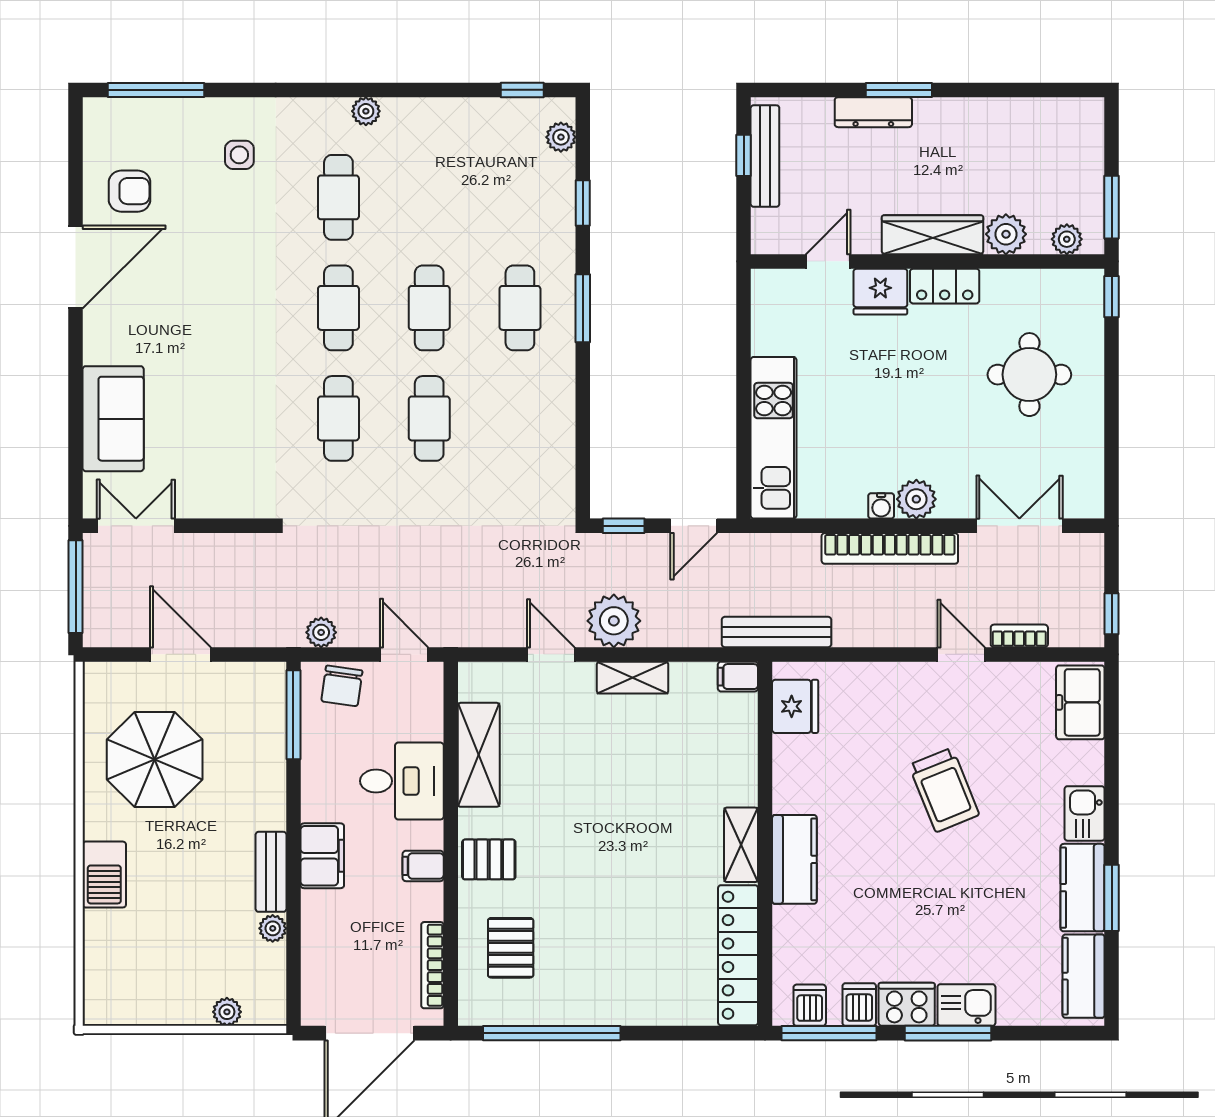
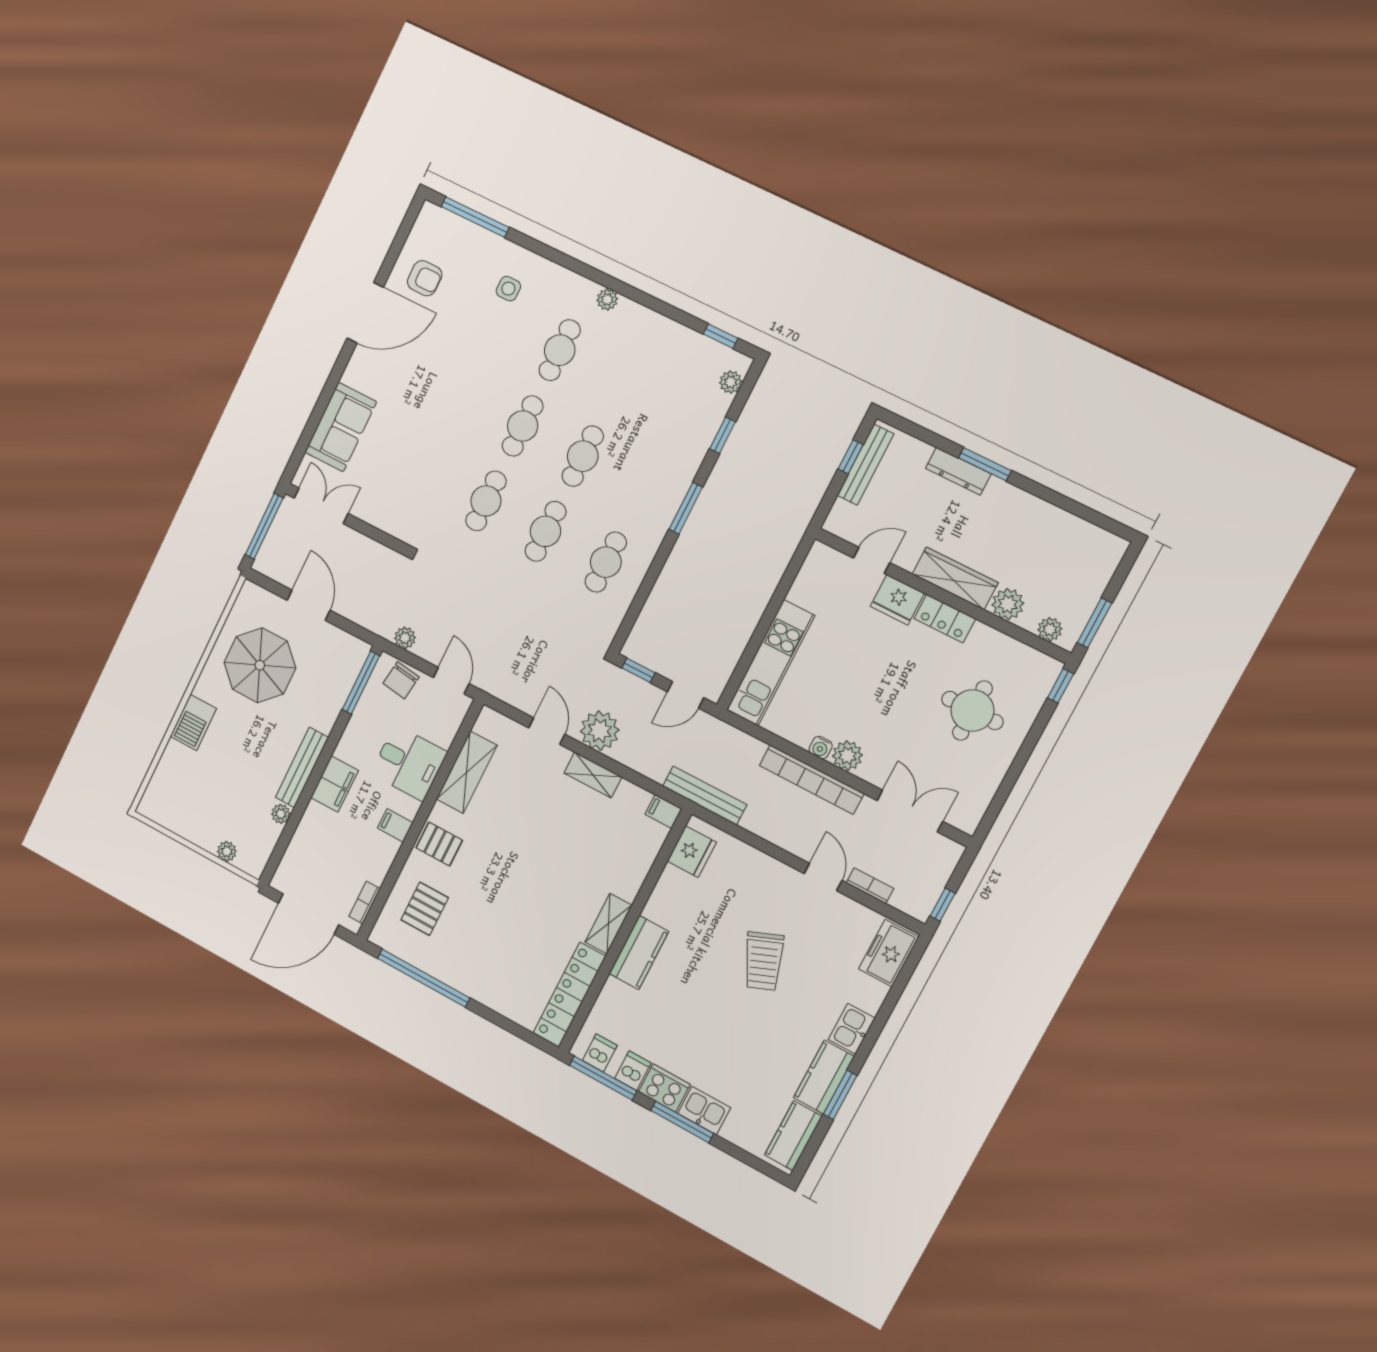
cafe table: (520, 308) -> (606, 562), moved
bench: (271, 872) -> (302, 768), width x1.36
bookcase: (432, 965) -> (365, 902), width x0.64

